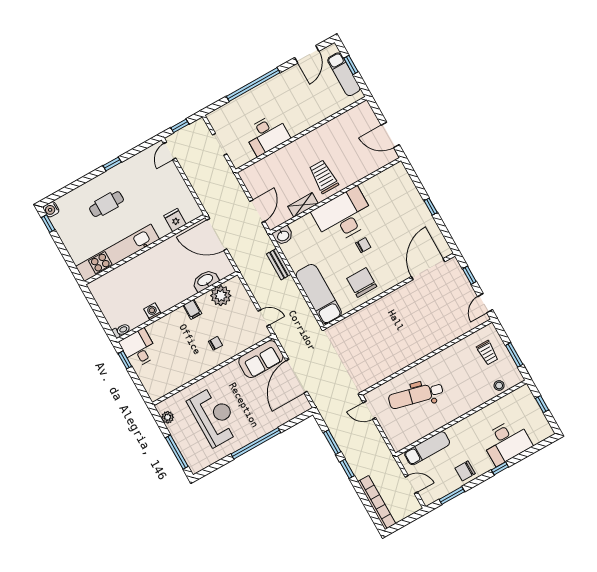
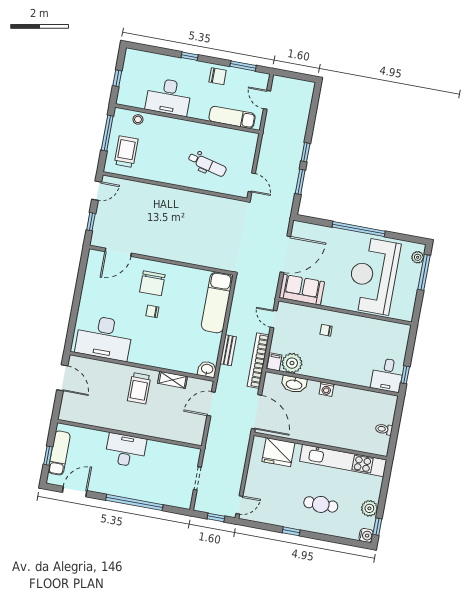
desk: (267, 135) -> (126, 450), moved
window: (431, 207) -> (77, 298), removed
desk: (344, 216) -> (104, 338), moved
fridge: (175, 220) -> (278, 452), width x1.88, depth x1.34
plant: (66, 233) -> (369, 508), added
door: (428, 269) -> (118, 252), width x0.73
chair: (362, 282) -> (152, 283), moved
filing cabinet: (192, 309) -> (274, 362), moved
washing machine: (153, 311) -> (326, 389), moved
toilet: (121, 331) -> (384, 429), moved
trolley: (487, 353) -> (126, 152), width x1.36, depth x1.39
window: (514, 355) -> (107, 133), width x1.44
dental chair: (416, 395) -> (207, 164), width x0.73, depth x0.72
reception desk: (214, 416) -> (373, 276), width x1.36, depth x1.30
plant: (168, 417) -> (418, 257), moved
desk: (507, 442) -> (169, 97), moved, turned 180
bookcase: (377, 503) -> (258, 361), moved

